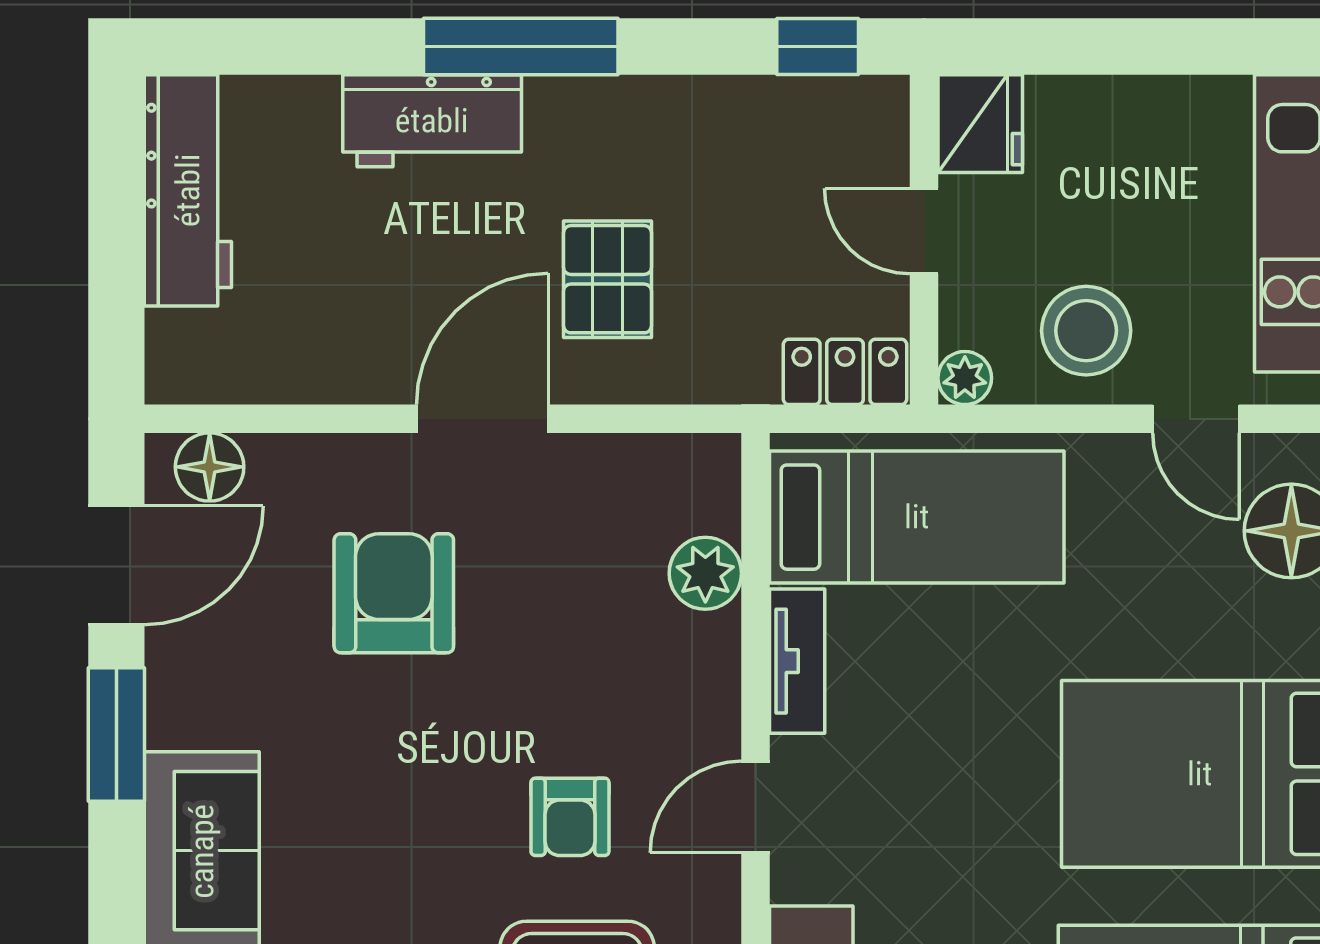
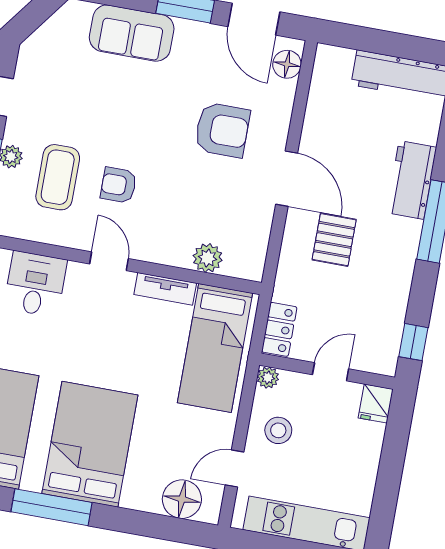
fridge: (980, 124) -> (376, 404), width x0.72
pallet: (607, 279) -> (334, 240), turned 90
stool: (1086, 331) -> (278, 430), width x0.73, depth x0.73

